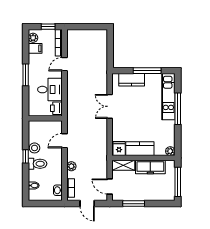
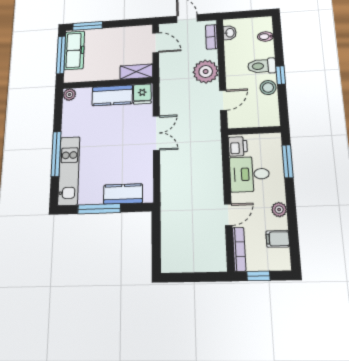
plant: (33, 38) -> (279, 210), moved
window: (26, 75) -> (288, 161), moved
double door: (110, 106) -> (156, 133), moved
plant: (71, 166) -> (206, 72), width x1.87, depth x1.87
freezer: (150, 167) -> (74, 50), moved, turned 90
window: (134, 204) -> (88, 26), moved

